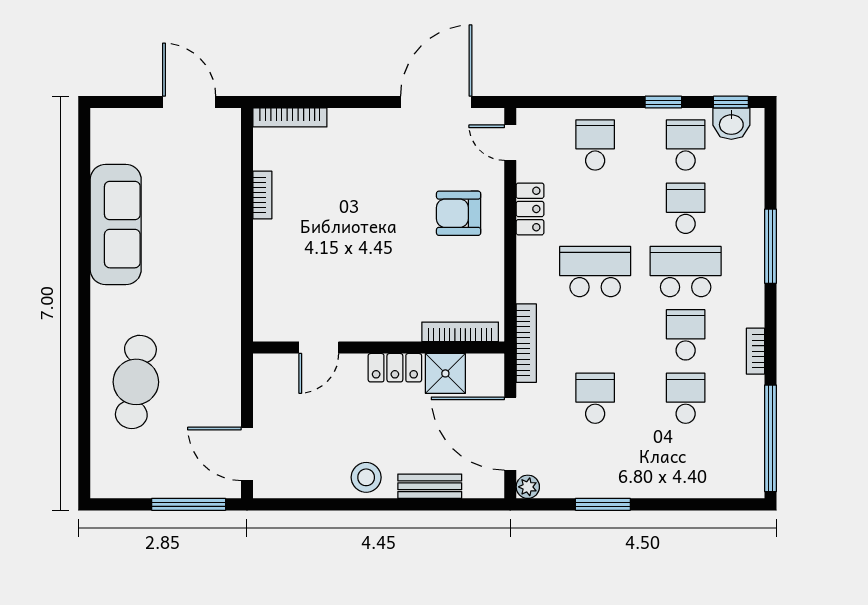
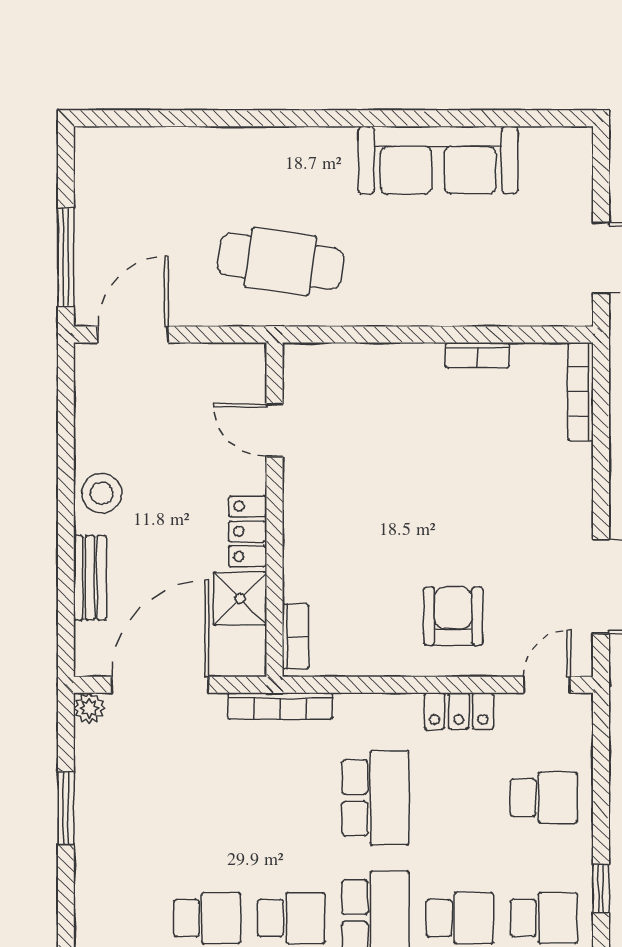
bookcase: (460, 332) -> (295, 636), width x0.64
cafe table: (136, 382) -> (280, 261), moved
school desk: (595, 398) -> (207, 798), removed

